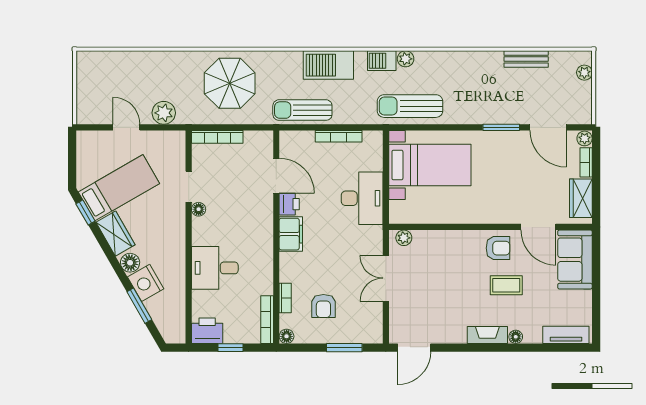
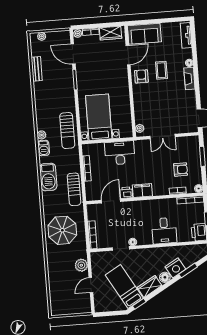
door: (548, 127) -> (73, 54), swing flipped

